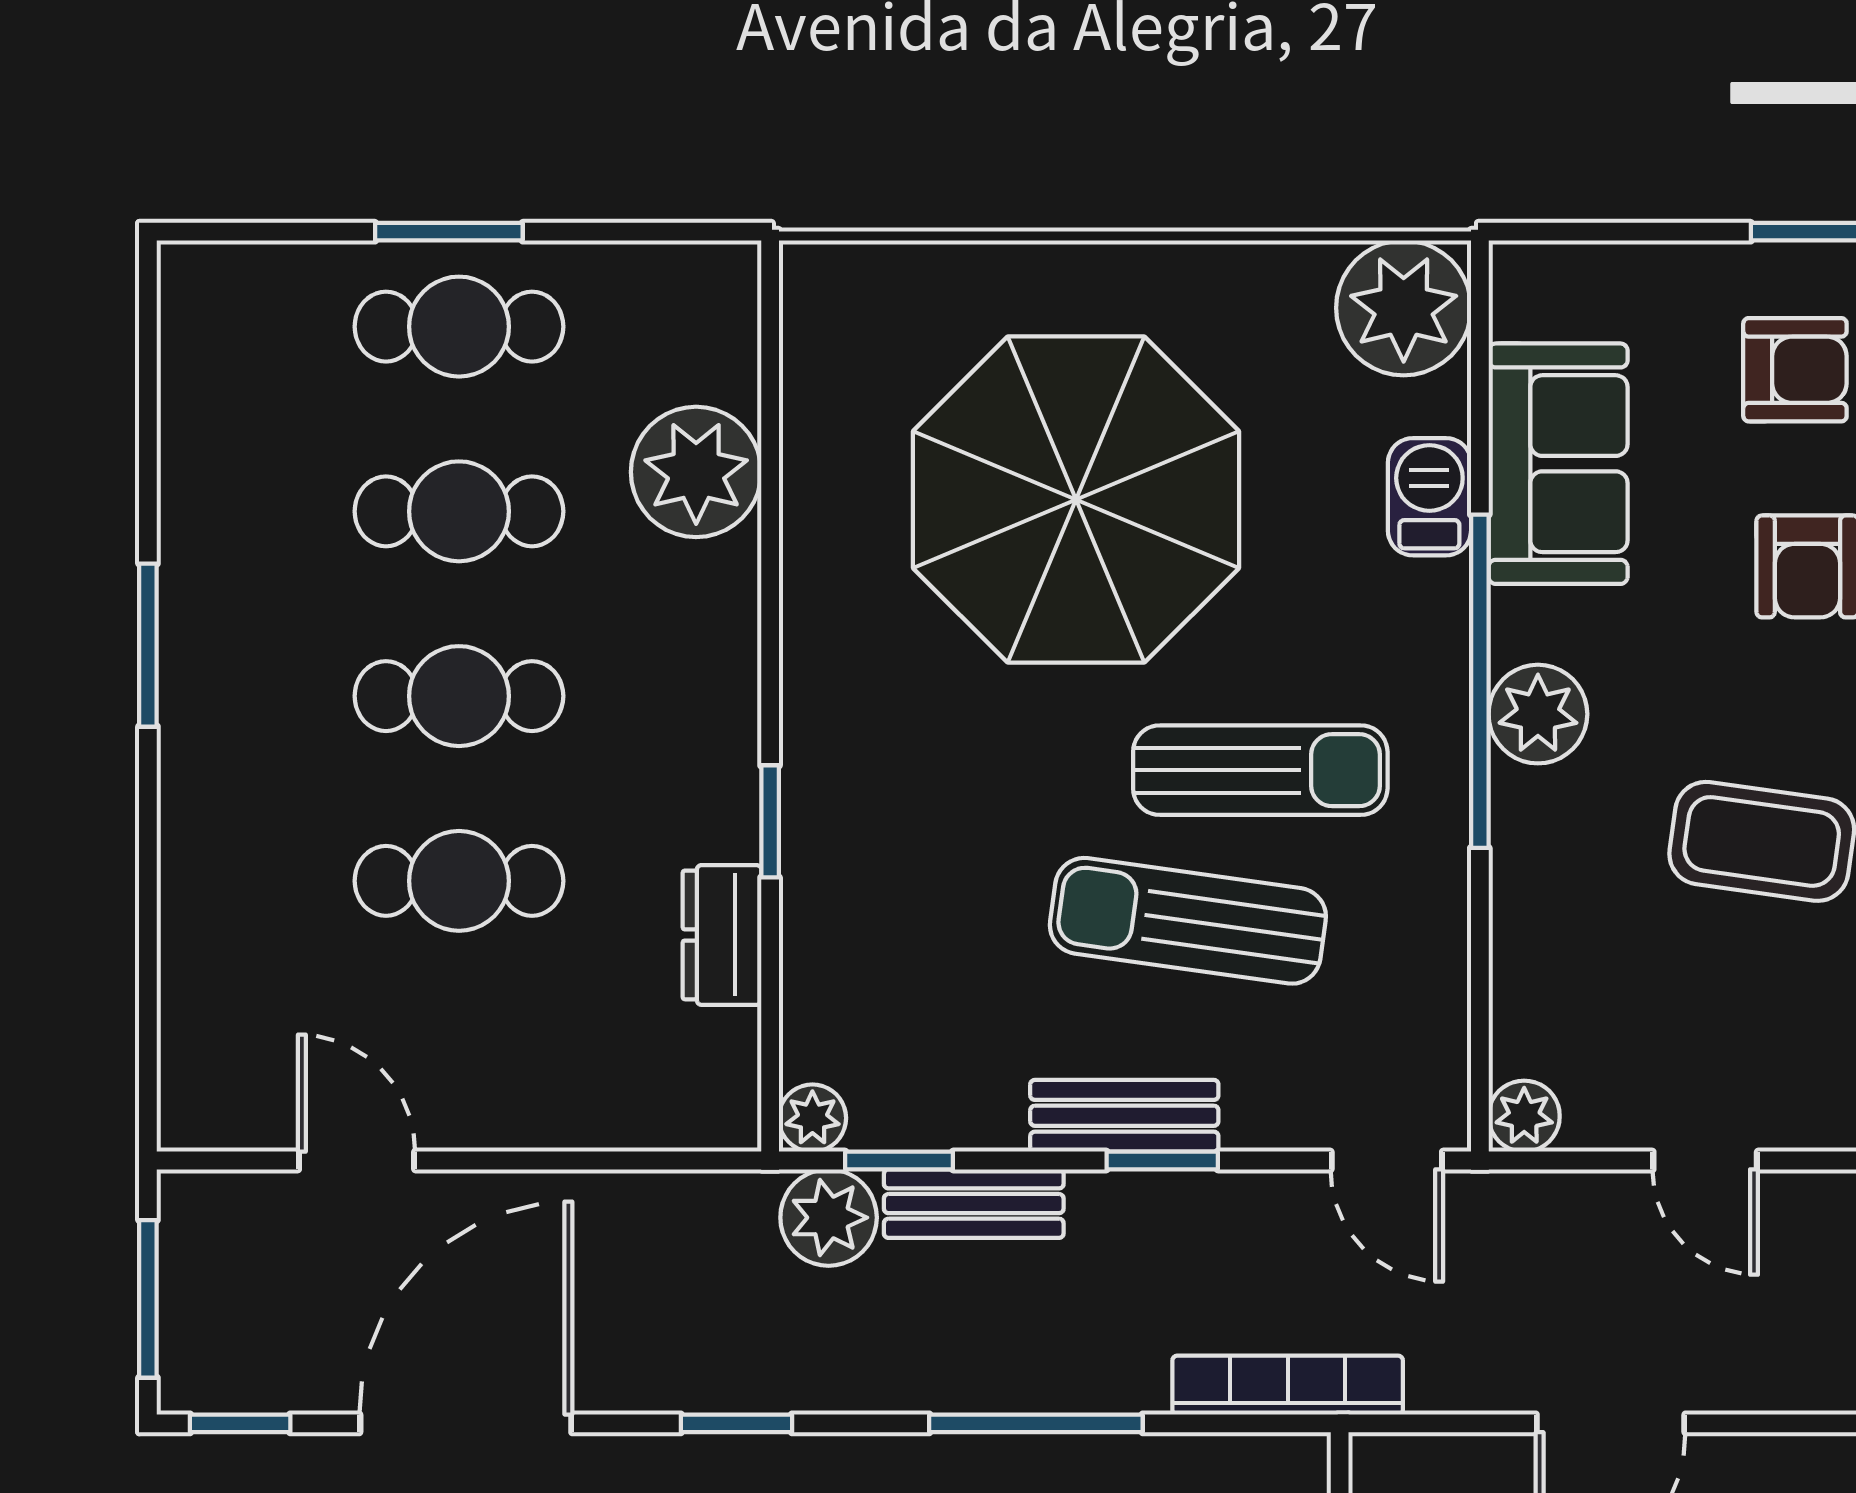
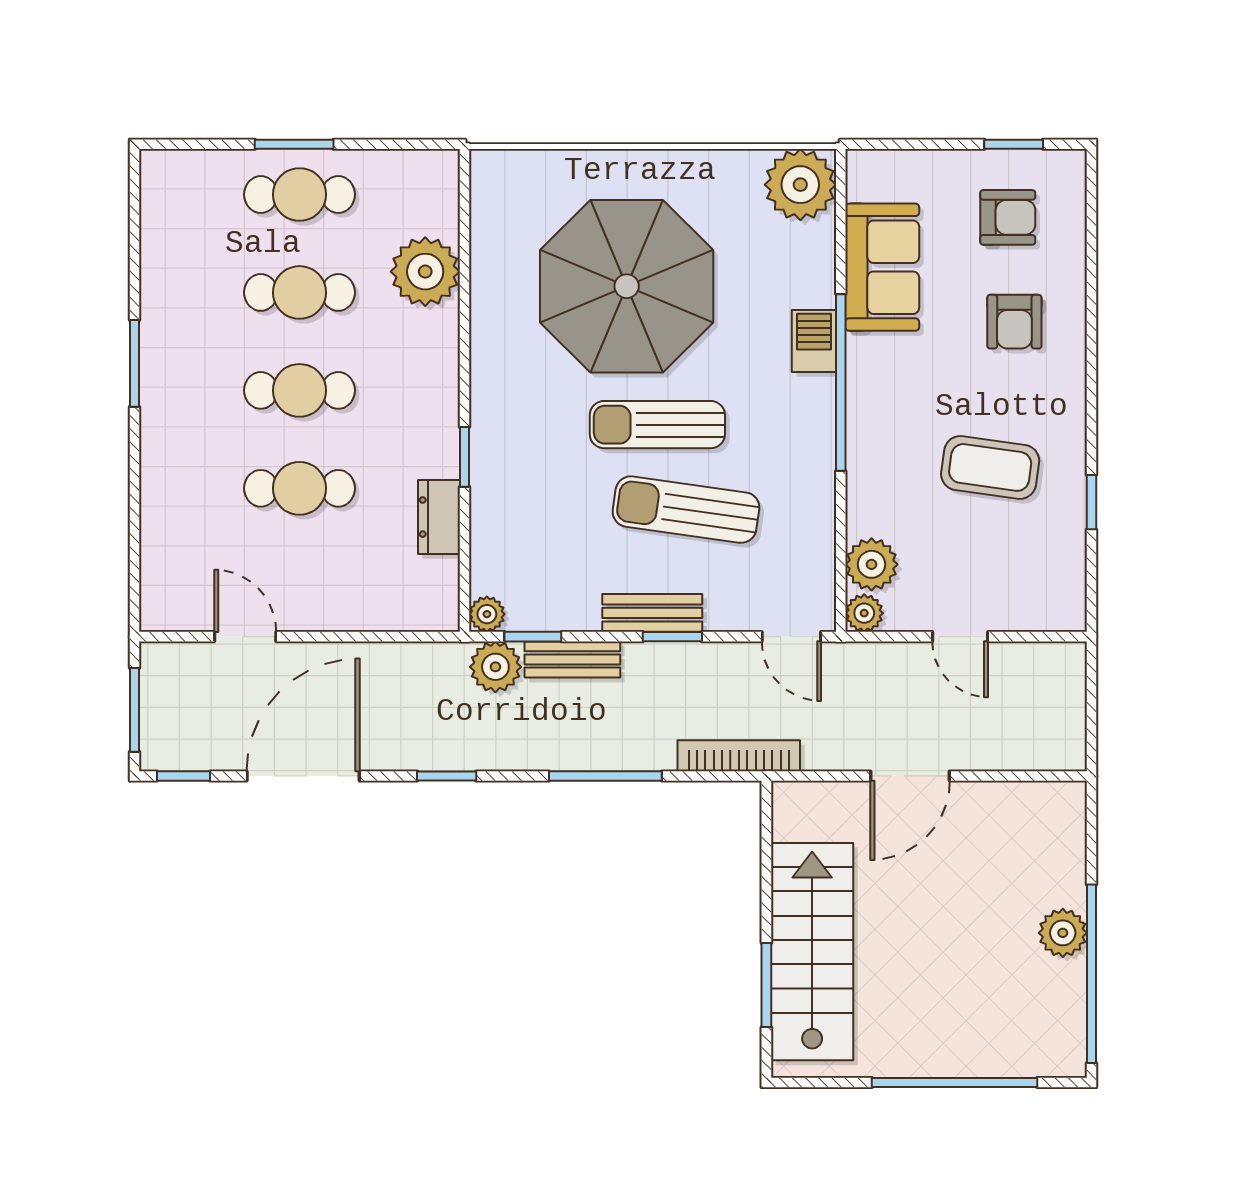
barbecue: (1429, 497) -> (814, 341), moved
plant: (1538, 714) -> (872, 564), moved
sun lounger: (1260, 770) -> (657, 425), moved, turned 180

